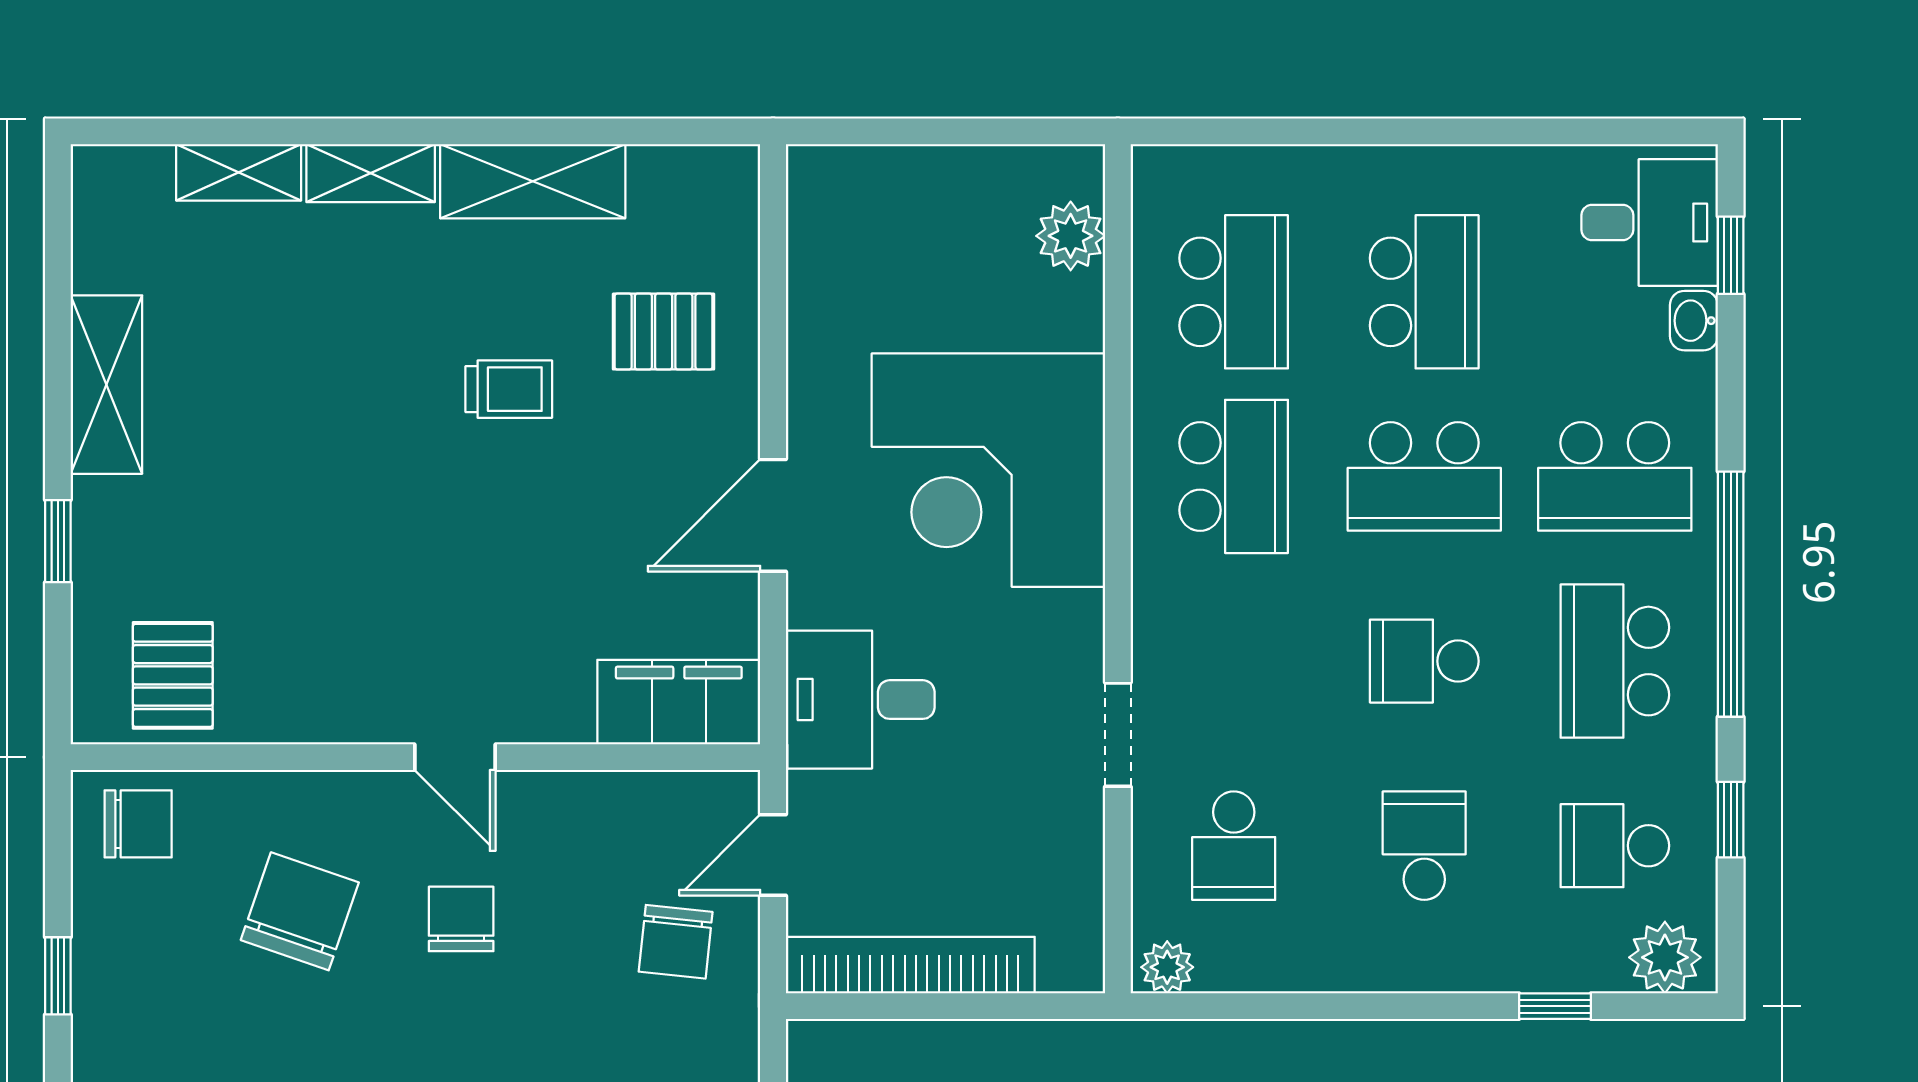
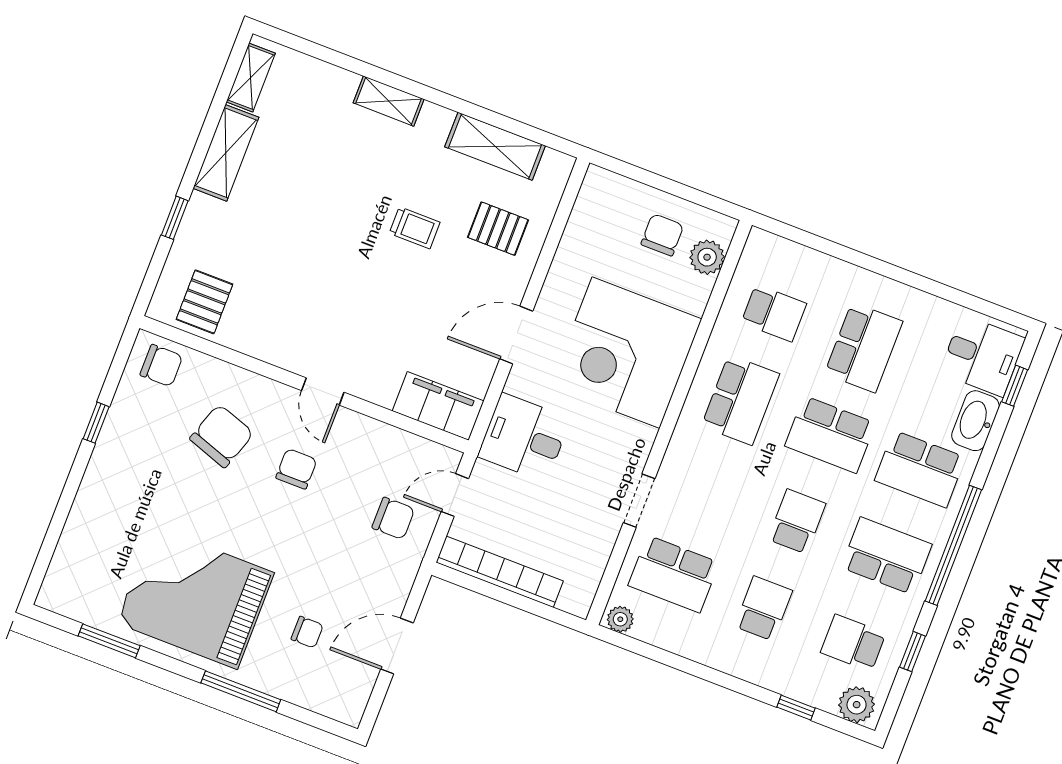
shelving: (239, 172) -> (251, 77), moved, turned 90
shelving: (533, 181) -> (495, 146), moved
chair: (972, 226) -> (662, 235), added
school desk: (1234, 292) -> (774, 313), width x0.54
washbasin: (1694, 321) -> (975, 421), width x1.91, depth x1.45
school desk: (1424, 661) -> (797, 521), turned 90
school desk: (1615, 661) -> (887, 556), turned 90
school desk: (1234, 846) -> (674, 574), width x1.85
chair: (676, 942) -> (393, 518), turned -96

